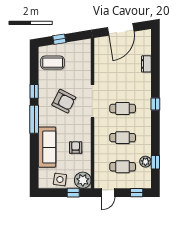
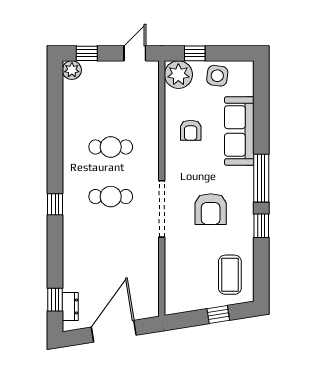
coffee table: (53, 63) -> (230, 275), turned 90
dresser: (146, 64) -> (70, 306), moved
armchair: (64, 101) -> (211, 209), turned -117
plant: (145, 162) -> (72, 70), moved
window: (155, 162) -> (55, 300), moved
cafe table: (123, 167) -> (111, 97), removed

